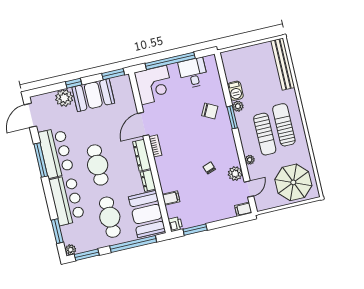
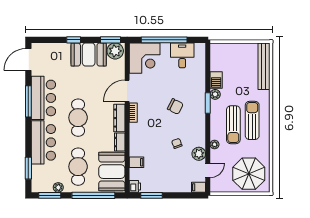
plant: (64, 98) -> (115, 51), moved
chair: (210, 111) -> (175, 106), moved
plant: (70, 250) -> (58, 187), moved

